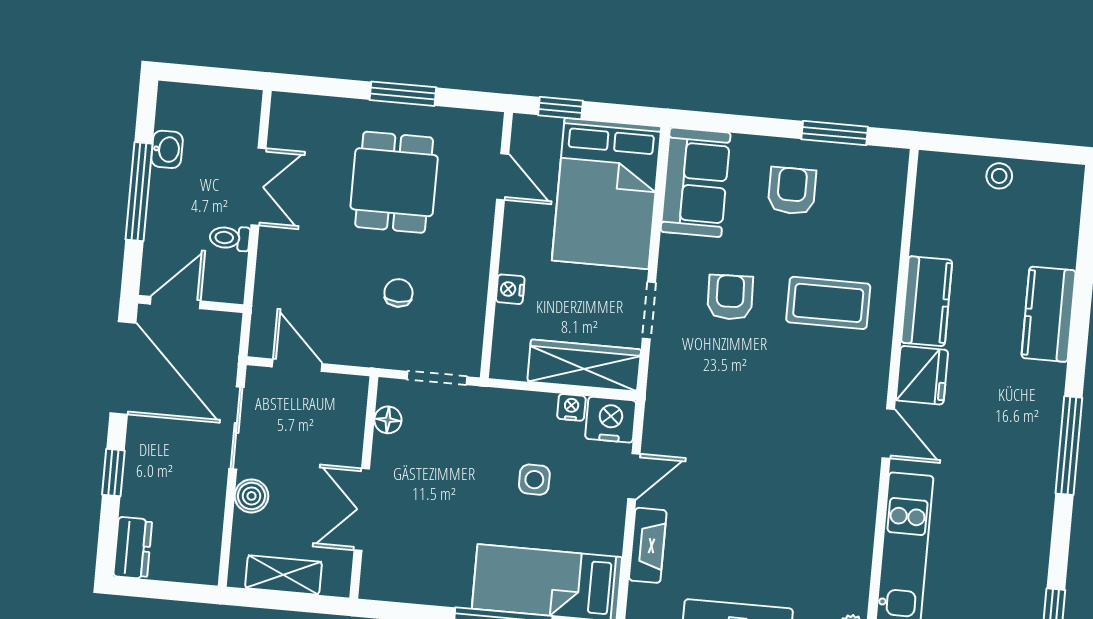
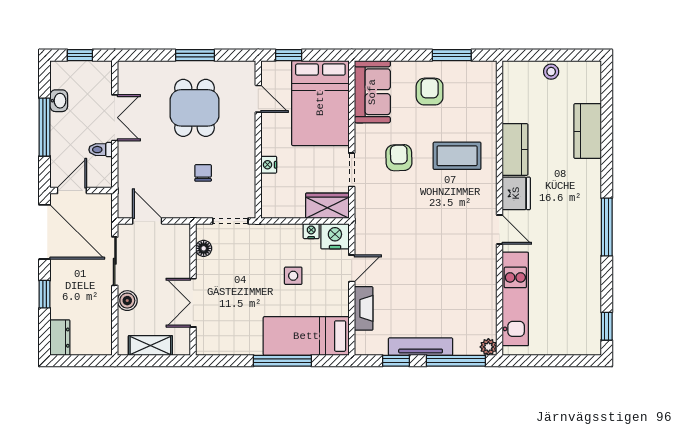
window: (210, 76) -> (80, 55), added
kitchen counter: (1049, 314) -> (588, 131), moved
wardrobe: (584, 365) -> (327, 206), width x0.67

